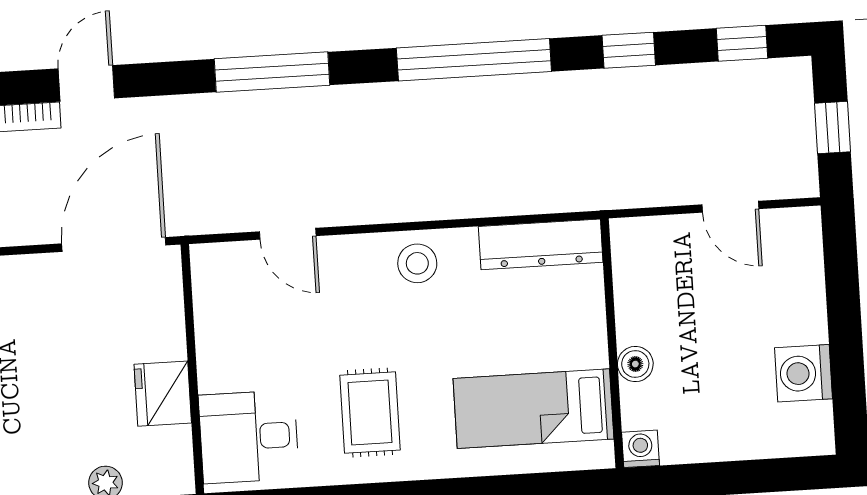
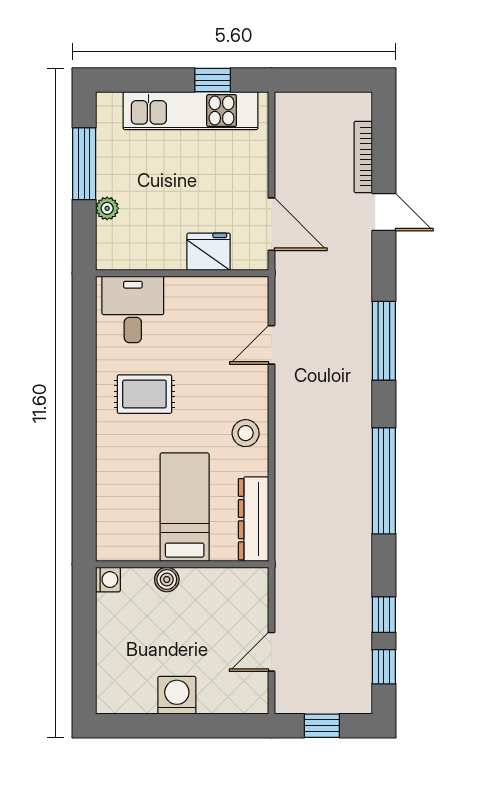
window: (629, 50) -> (384, 615), moved
door: (114, 244) -> (271, 224), width x0.73
washing machine: (803, 373) -> (177, 695), moved
fridge: (163, 394) -> (209, 252), moved
bed: (533, 409) -> (185, 507), moved

